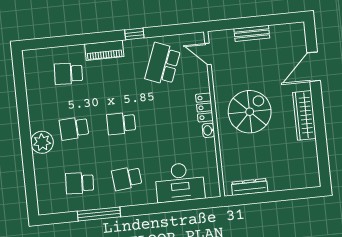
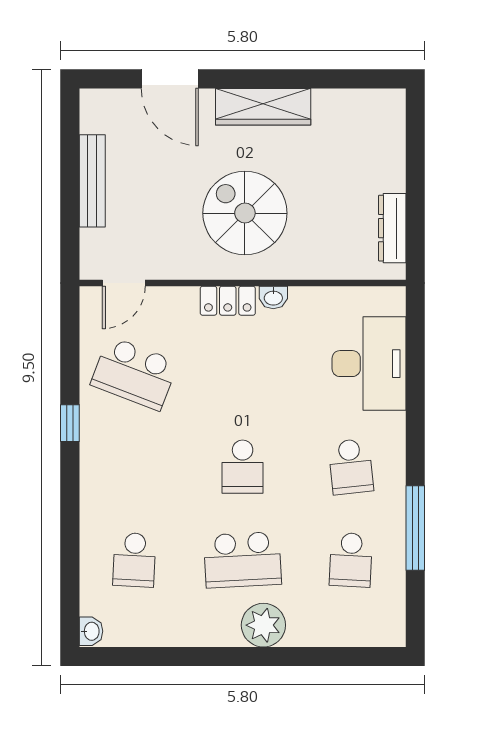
bench: (252, 33) -> (92, 181), width x1.36
piano: (104, 50) -> (96, 485), removed
washbasin: (30, 55) -> (91, 631), added
school desk: (74, 128) -> (243, 560), width x1.85

